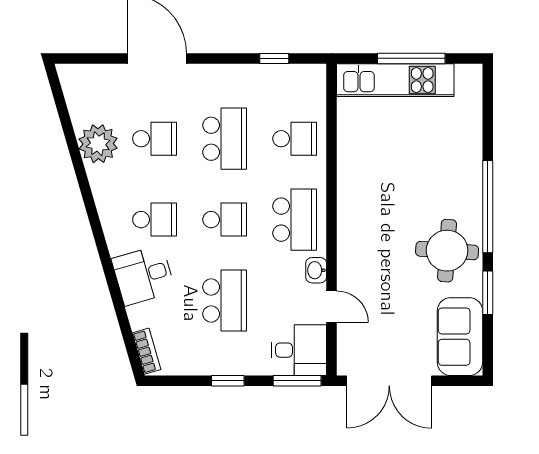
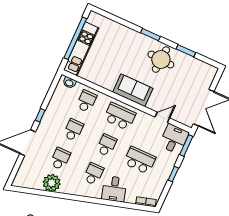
window: (274, 58) -> (40, 115), moved
window: (411, 58) -> (75, 38), width x1.46
school desk: (225, 139) -> (73, 130), width x0.54
window: (488, 207) -> (150, 35), width x0.47
washbasin: (316, 270) -> (69, 83), moved
sofa: (460, 337) -> (133, 90), moved, turned 180

